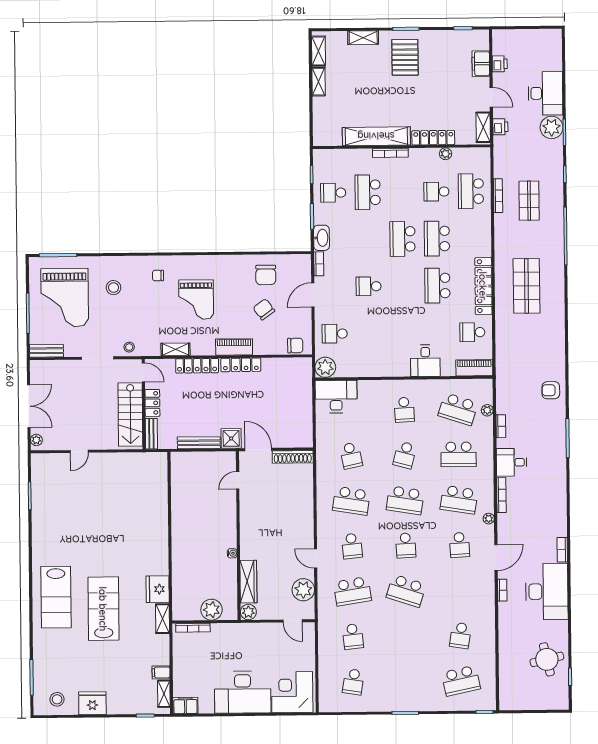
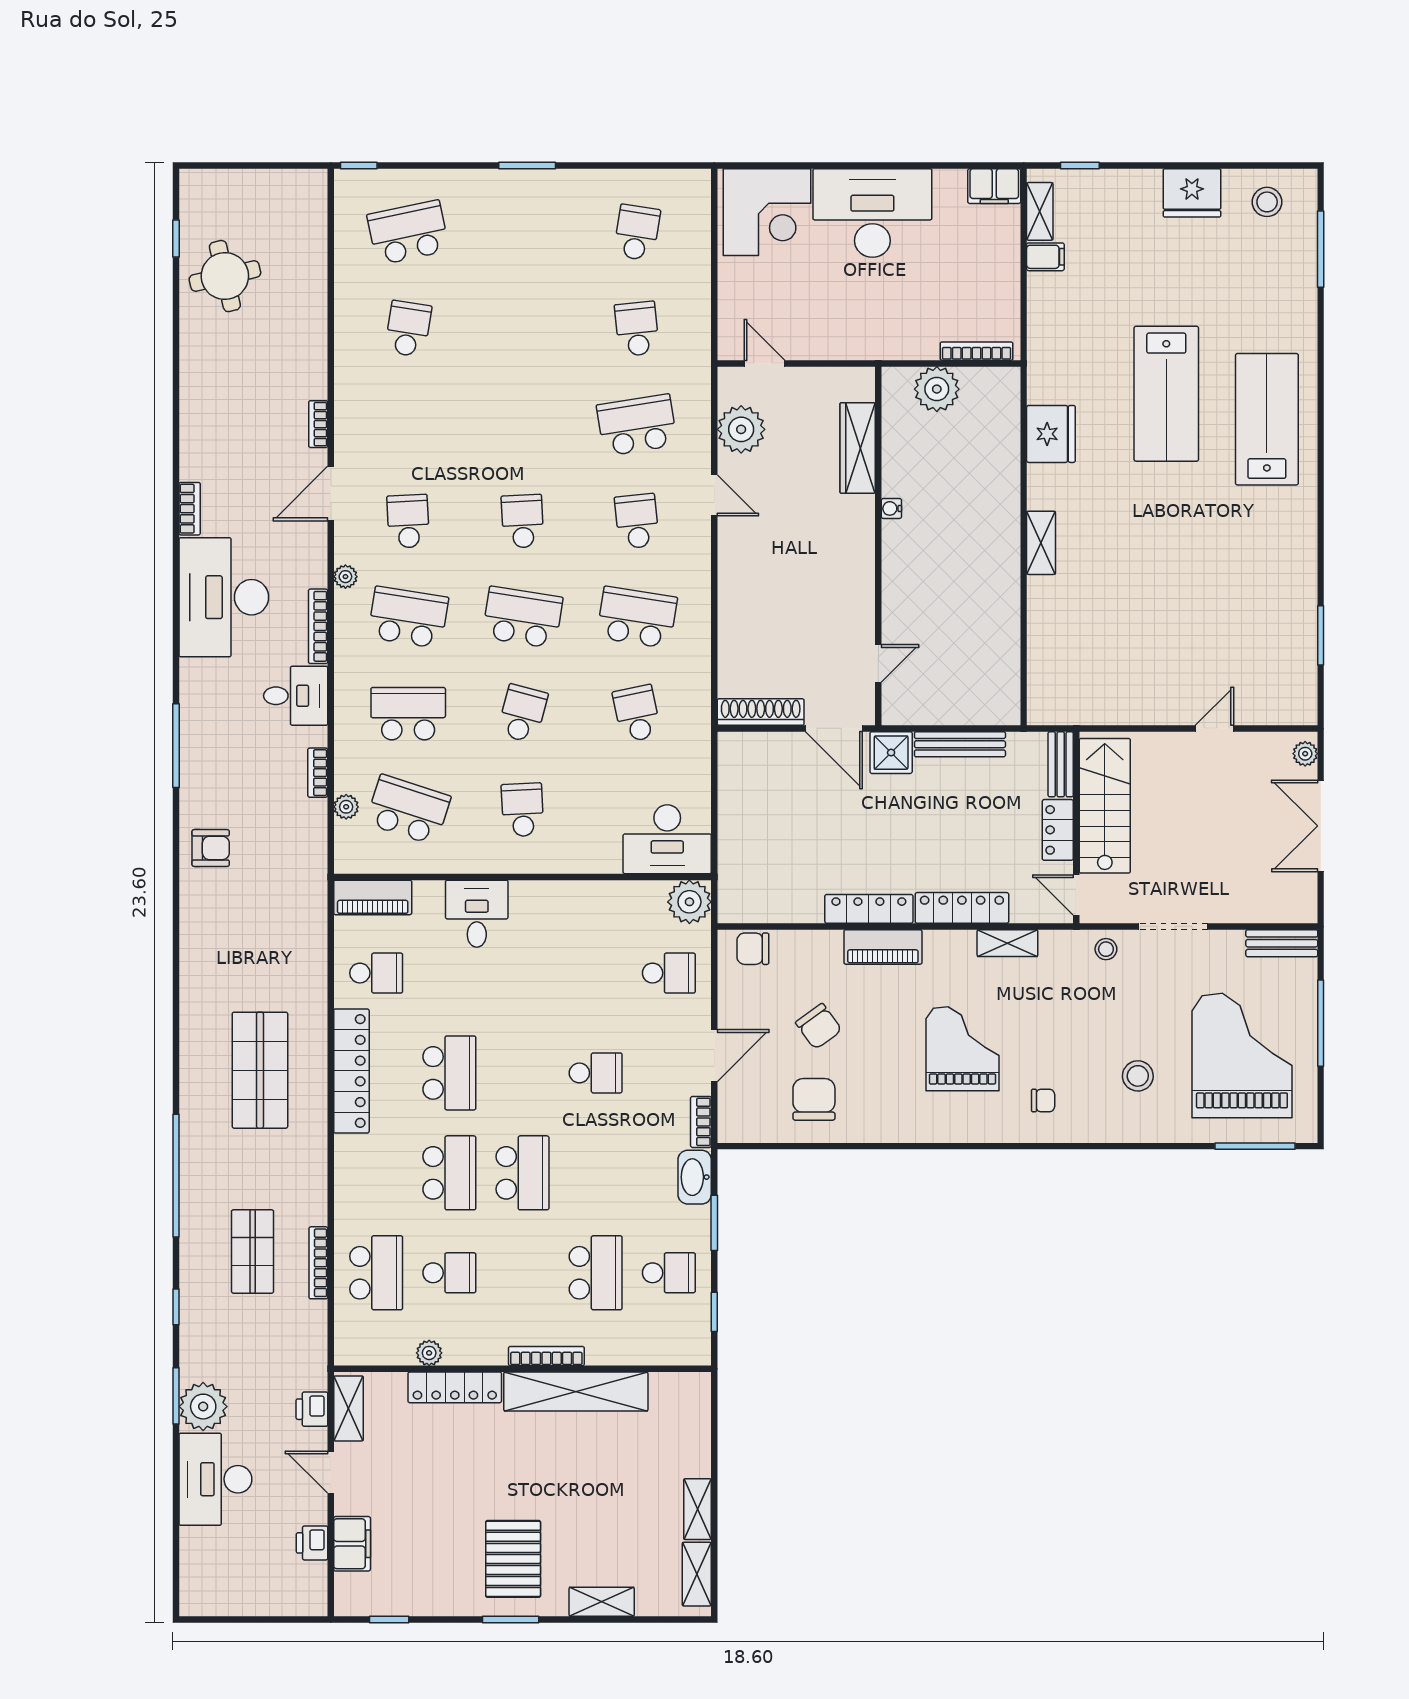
school desk: (406, 591) -> (523, 425), removed
desk: (547, 592) -> (224, 597), moved
plant: (248, 612) -> (858, 383), removed
shelving: (163, 619) -> (1041, 543), moved

